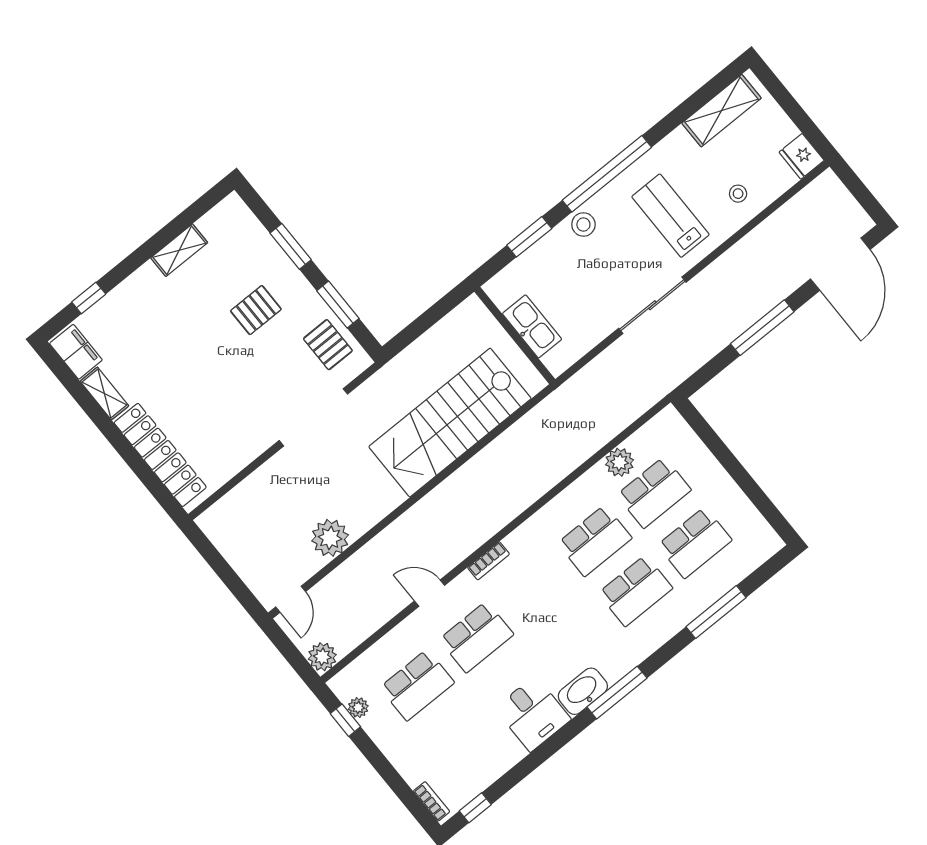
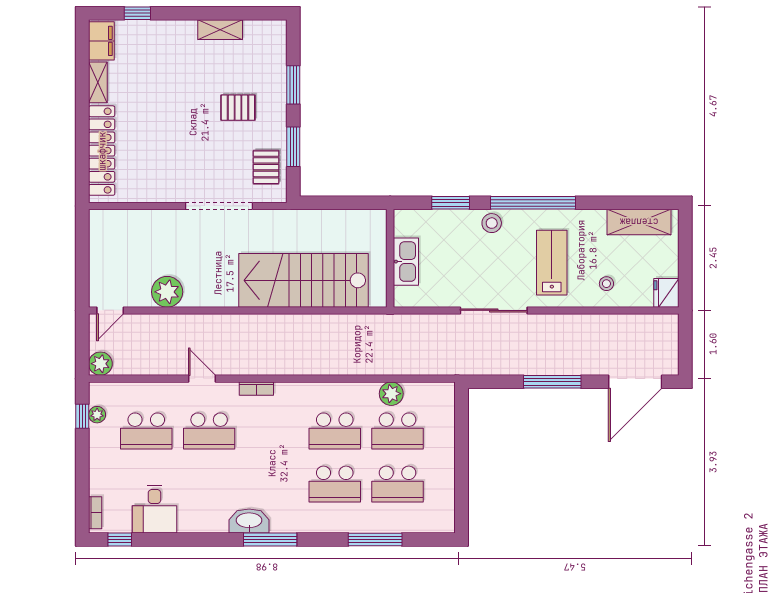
desk: (533, 714) -> (154, 509), moved

